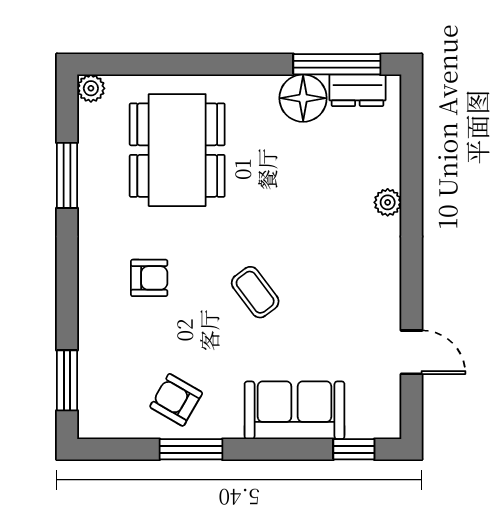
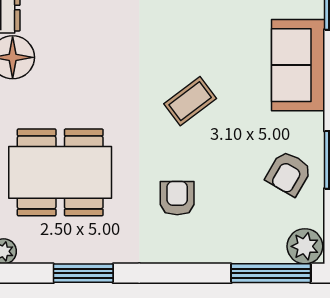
window: (67, 380) -> (271, 273), width x1.44
plant: (96, 418) -> (305, 246), added

